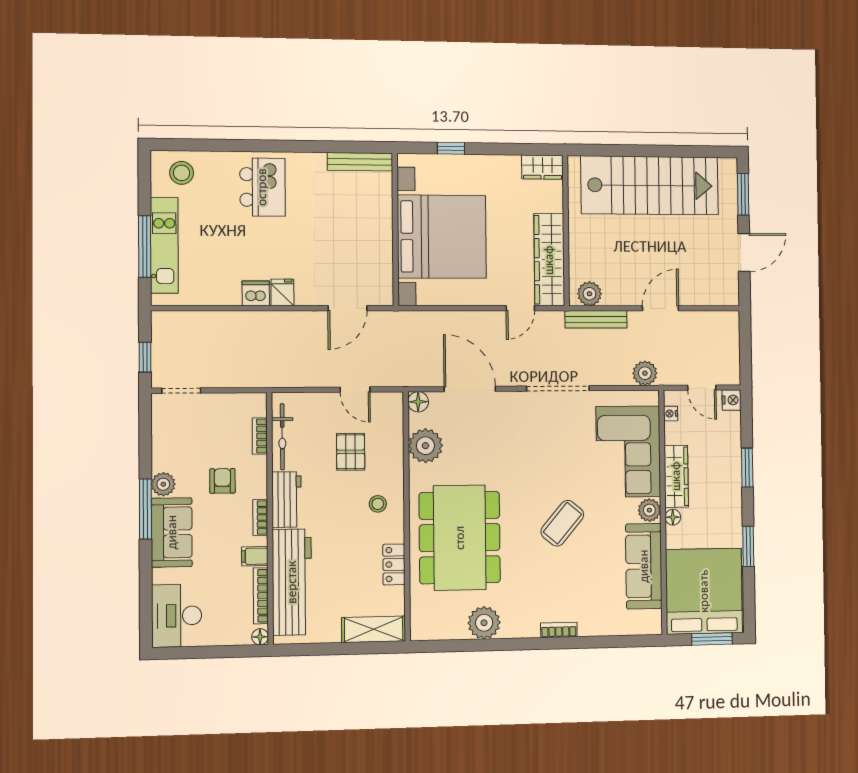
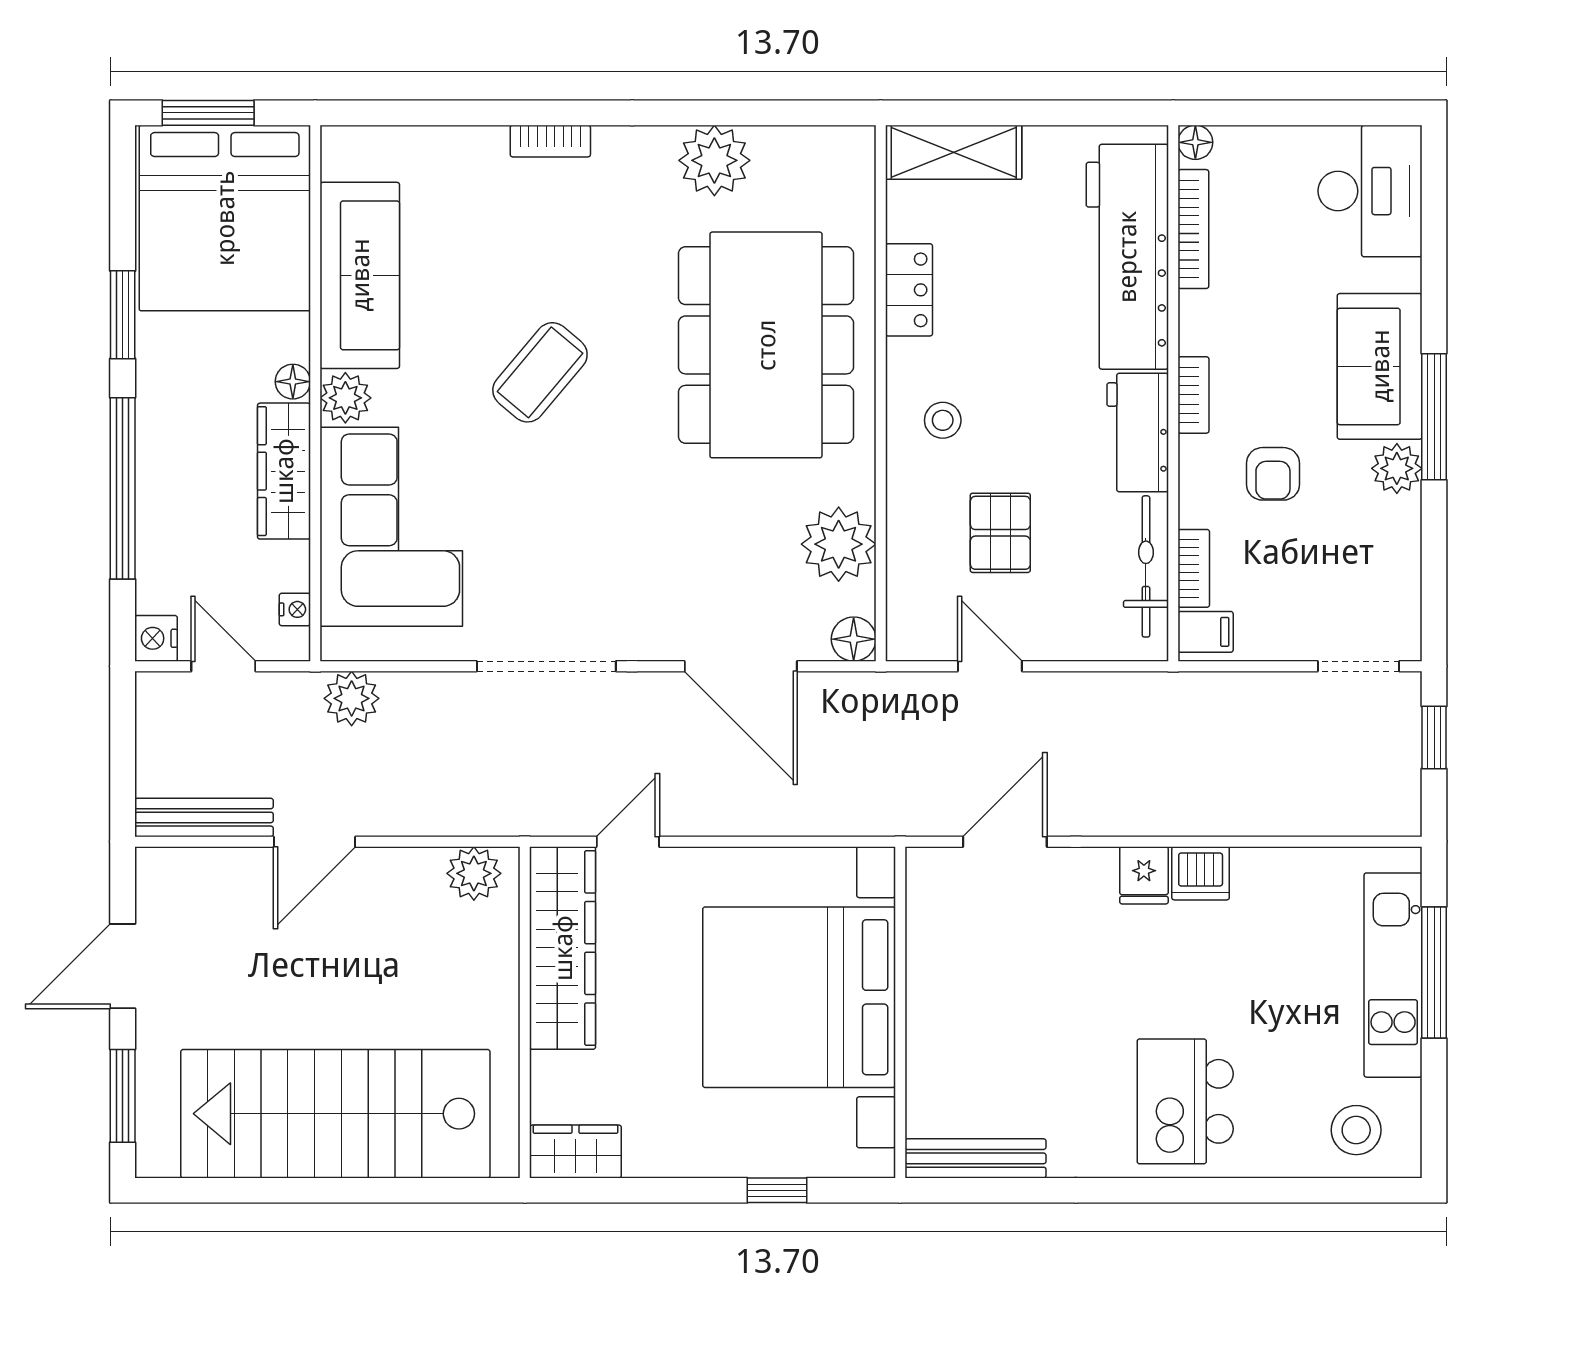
bench: (596, 319) -> (204, 817), moved
window: (747, 468) -> (123, 488), width x2.11
filing cabinet: (255, 556) -> (1206, 632), moved

